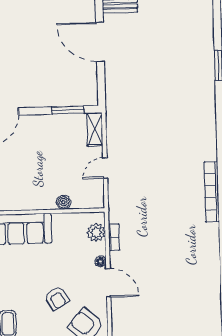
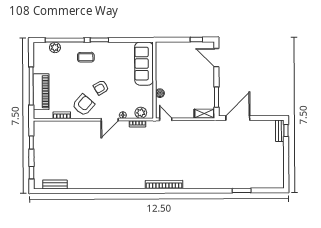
door: (100, 42) -> (238, 118), moved
door: (105, 168) -> (166, 119), moved

